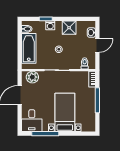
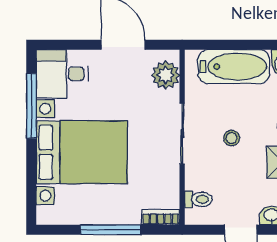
bed with nightstands: (65, 112) -> (82, 152), width x1.36

